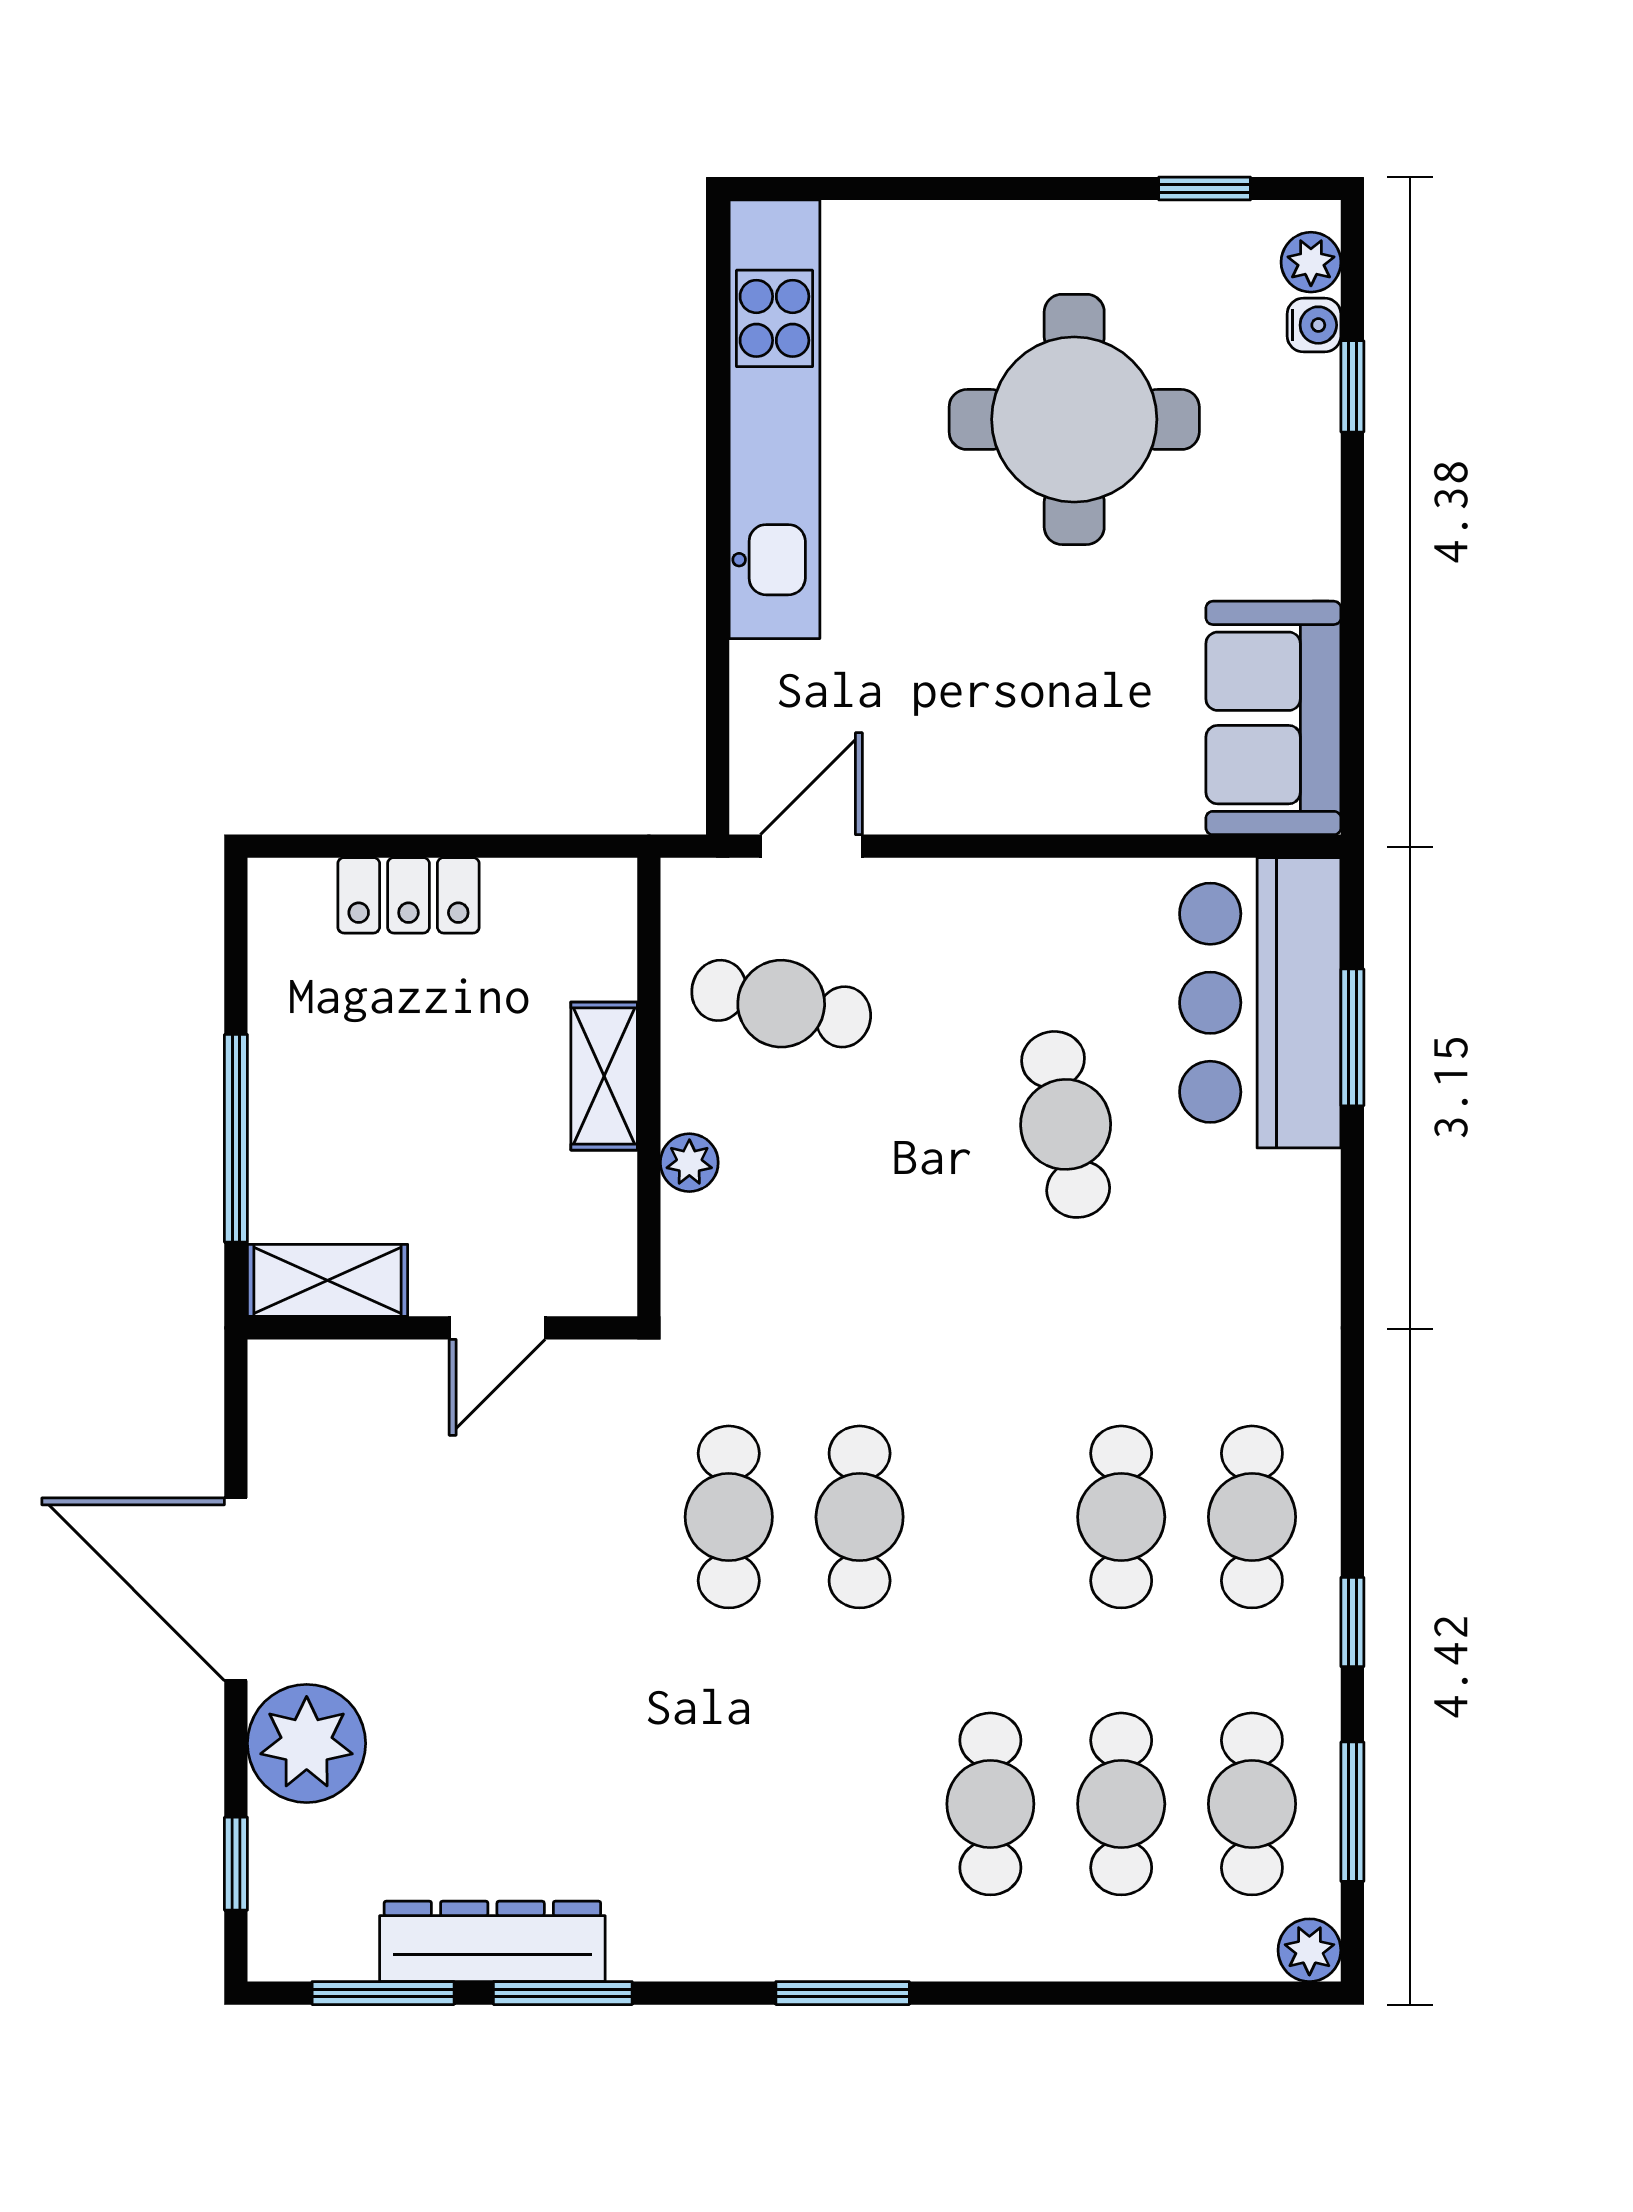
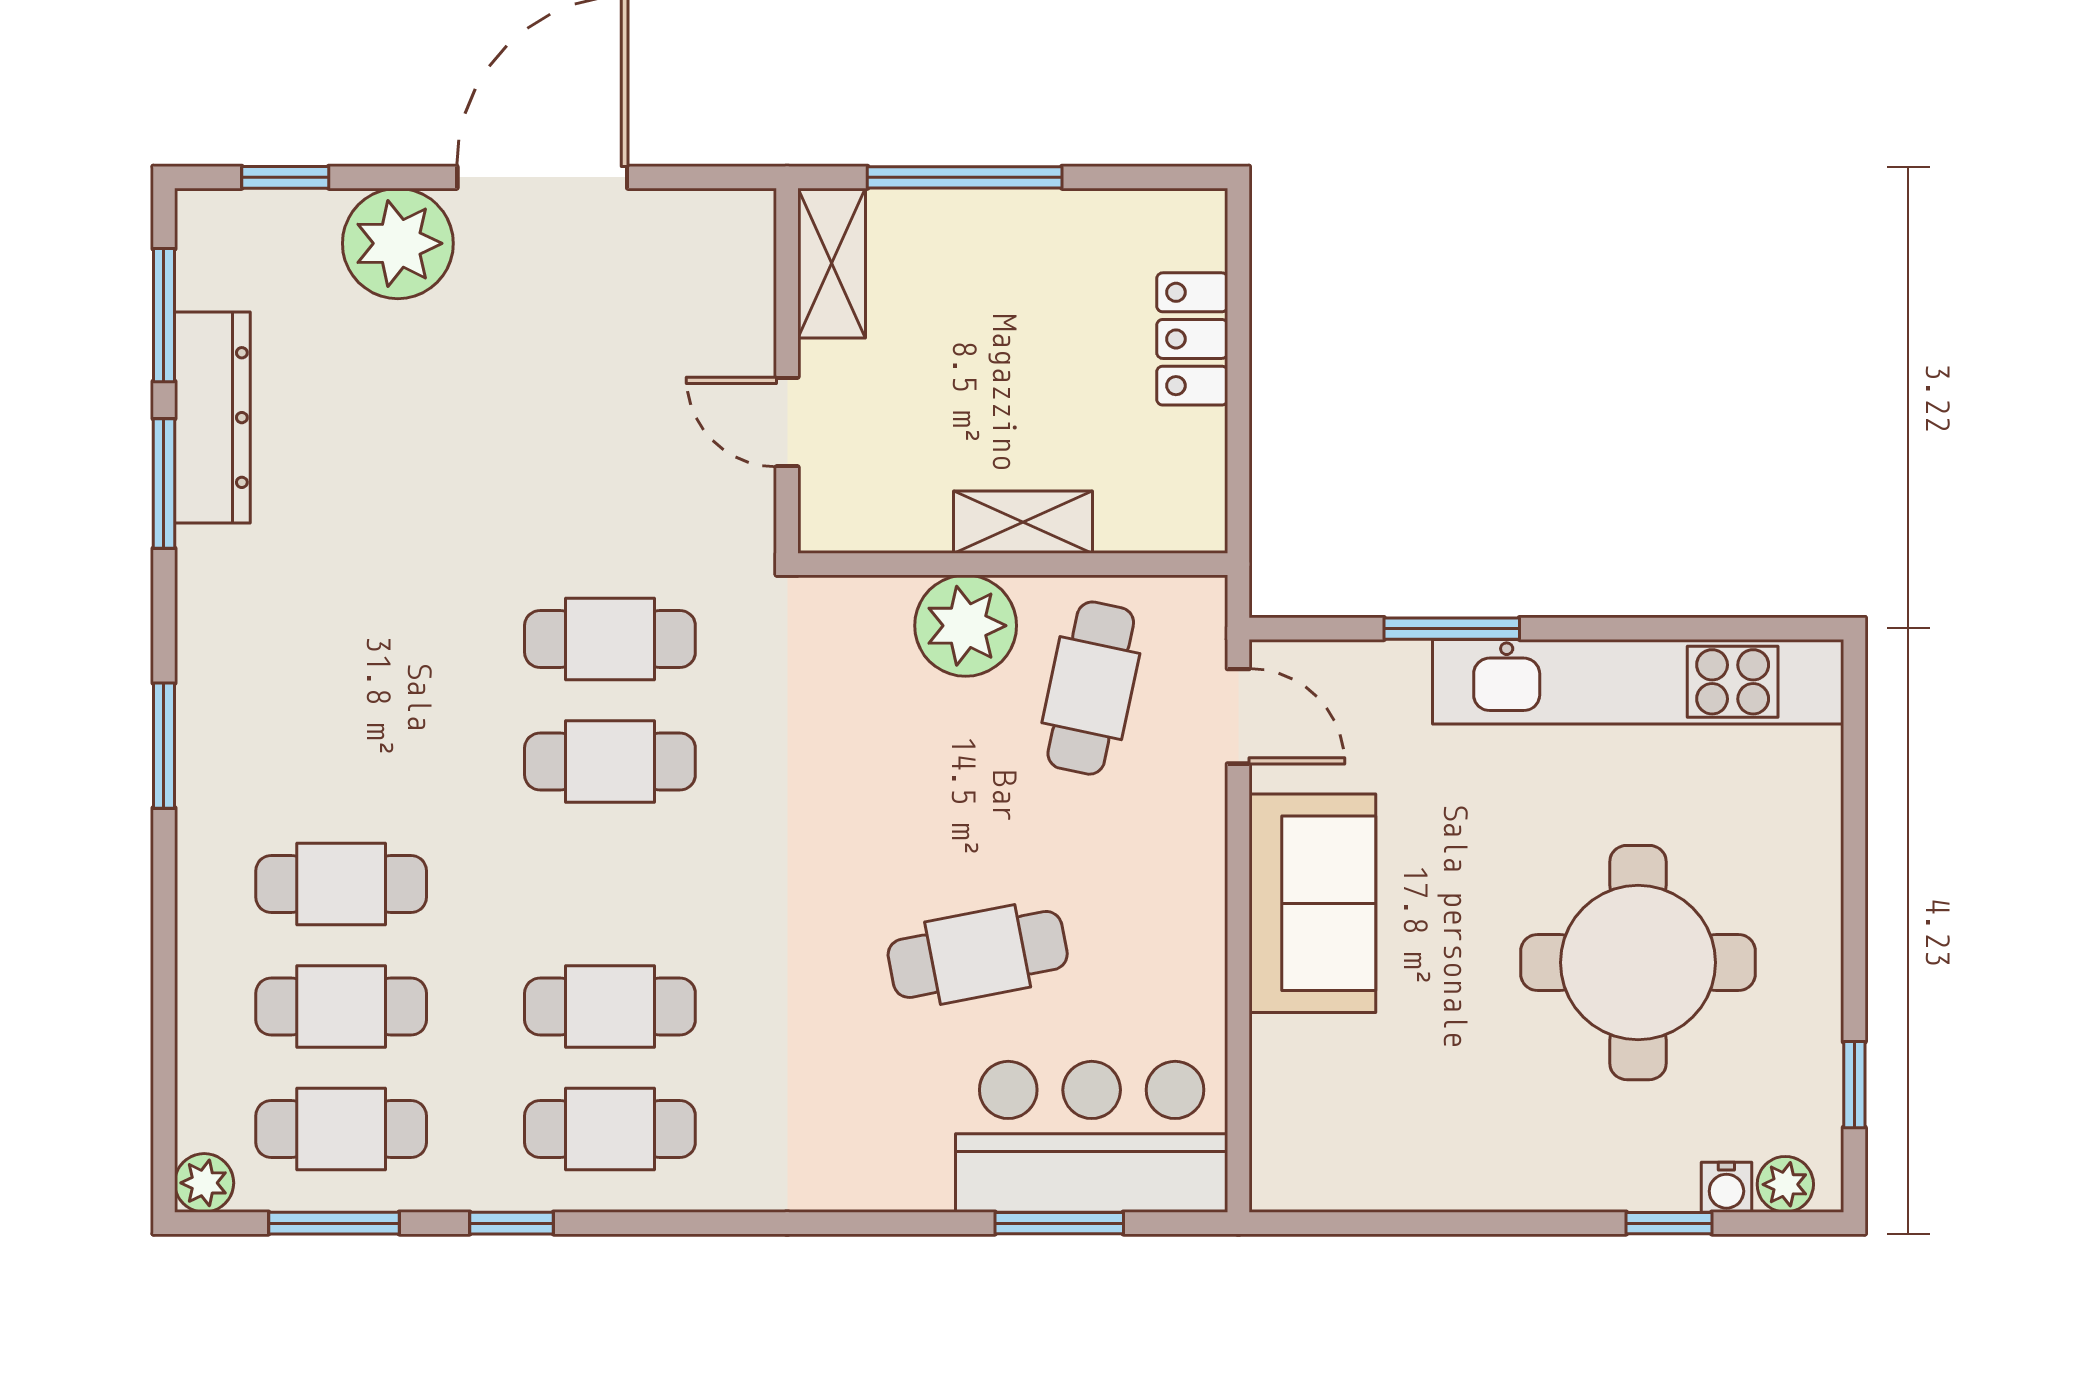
window: (718, 618) -> (1452, 629), added
sofa: (1273, 718) -> (1312, 903), moved, turned 90
plant: (689, 1163) -> (966, 626), width x1.87, depth x1.87

